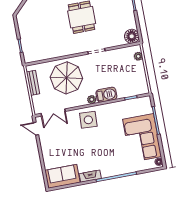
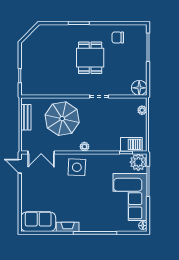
barbecue: (106, 95) -> (131, 144), moved
plant: (144, 104) -> (138, 162), added

